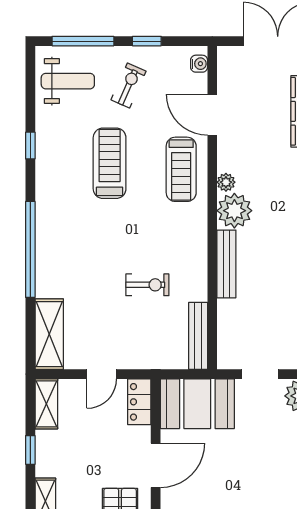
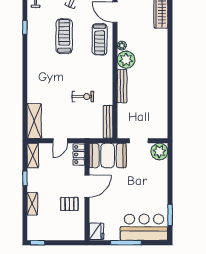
window: (30, 249) -> (25, 79), removed

